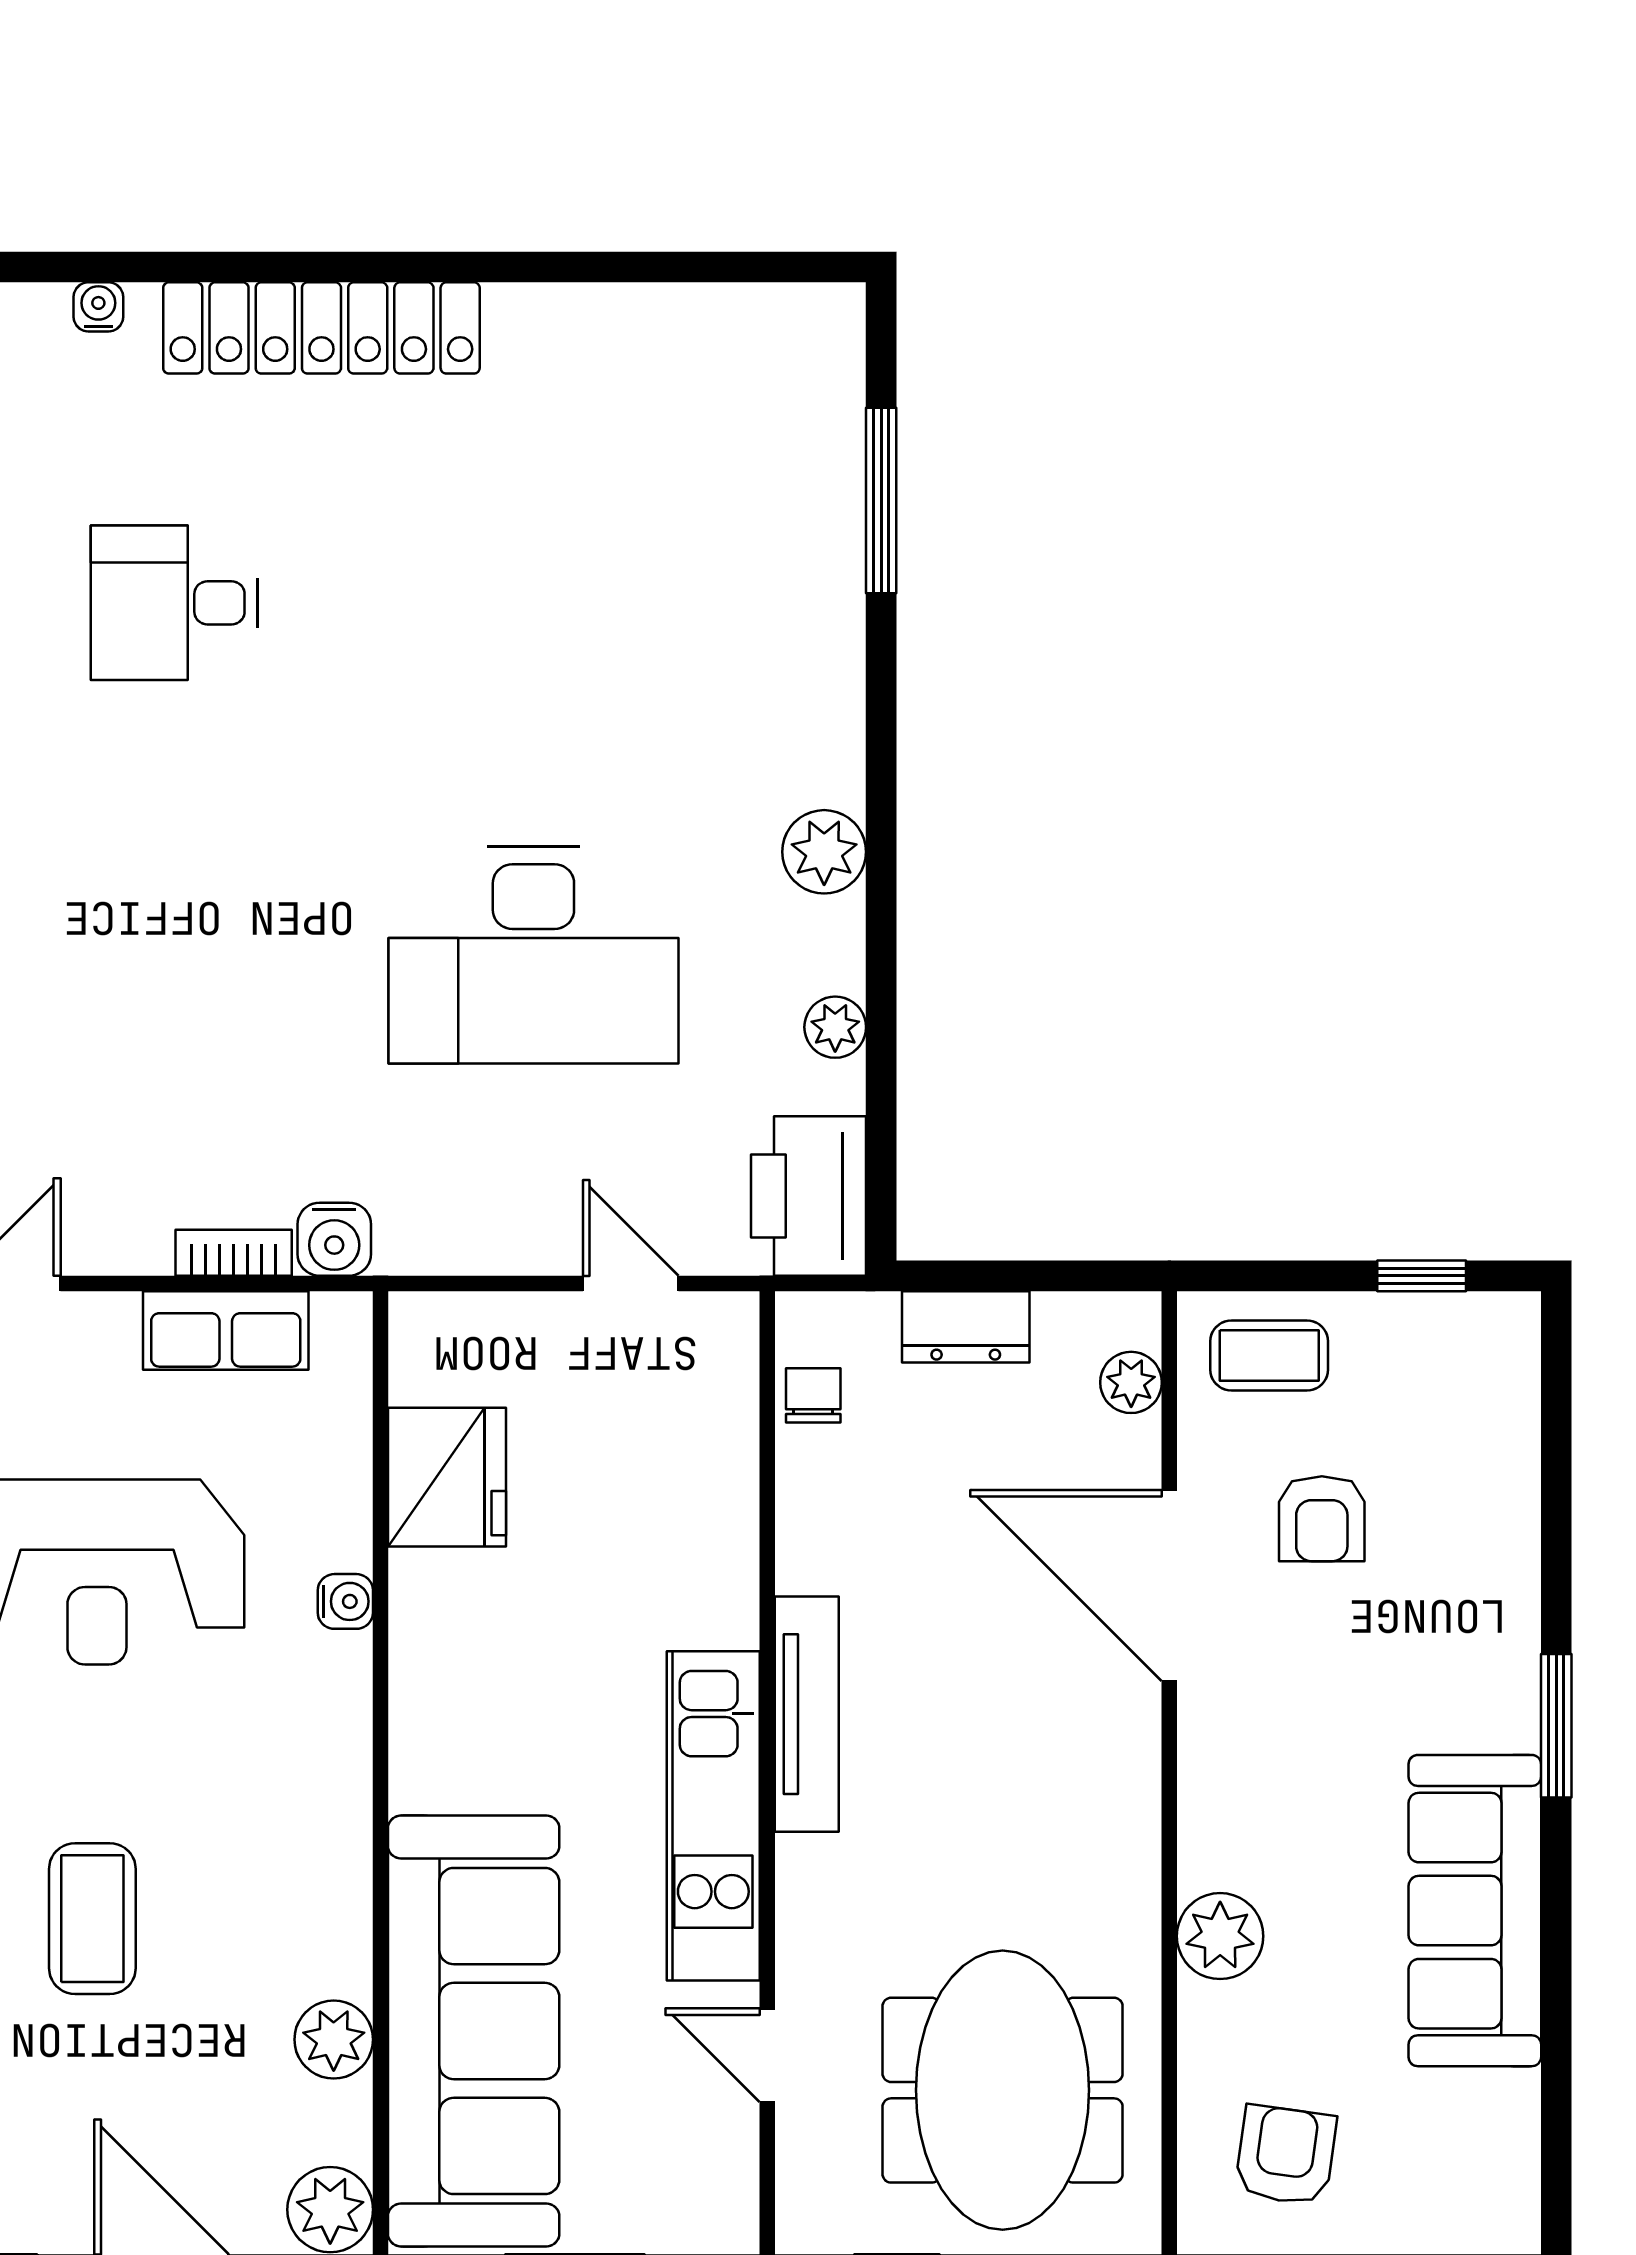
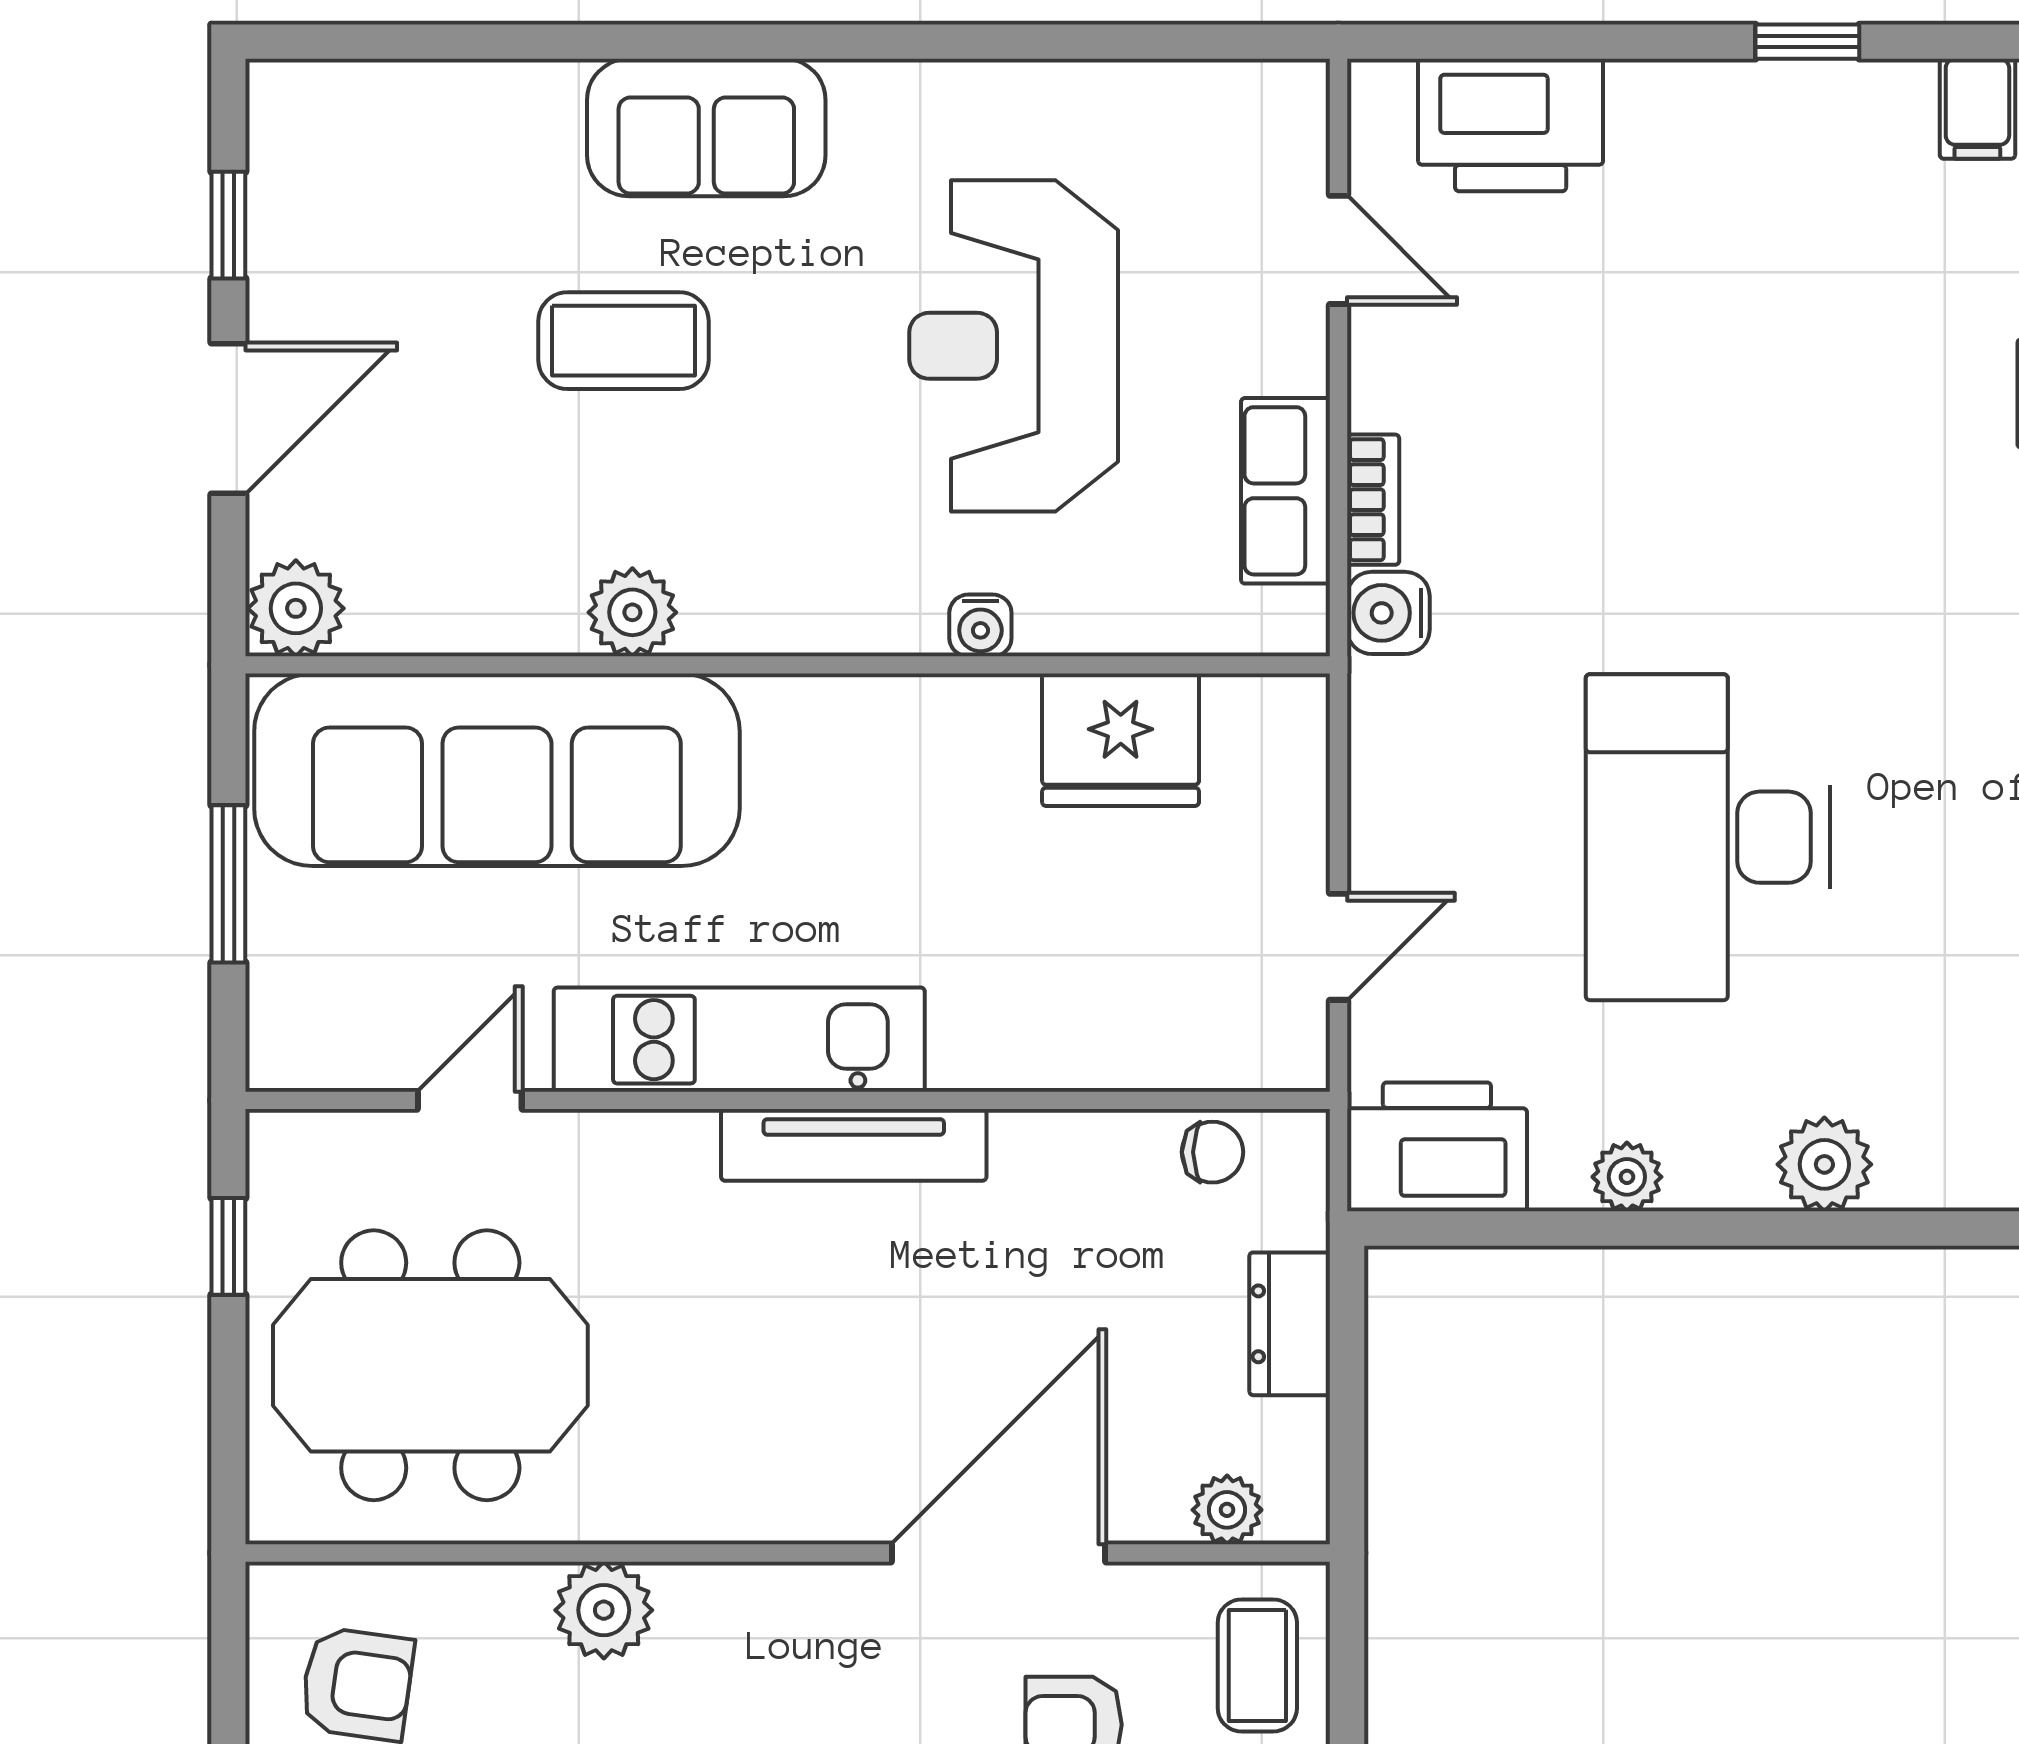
plant: (334, 2040) -> (632, 612), moved

